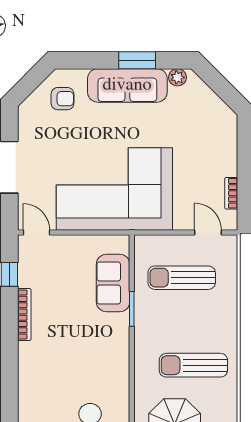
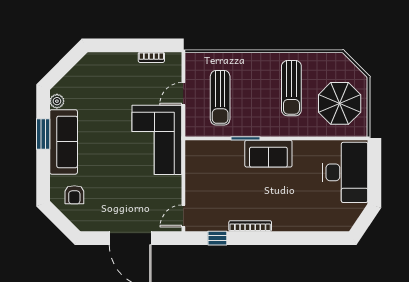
armchair: (63, 99) -> (74, 195), turned 180
corner sofa: (114, 189) -> (157, 140), width x0.73, depth x0.74
door: (208, 233) -> (183, 94), moved
sofa: (113, 283) -> (268, 154), moved

